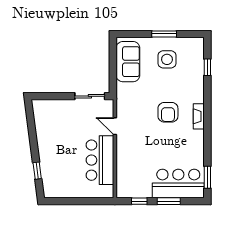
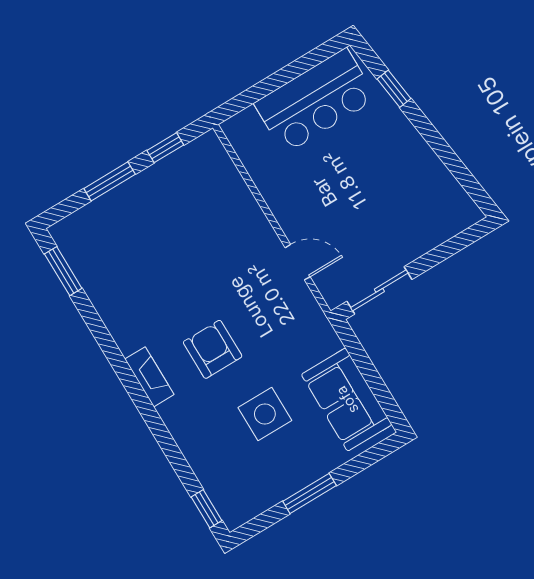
side table: (167, 59) -> (265, 414), moved
window: (207, 67) -> (207, 509), moved
bar counter: (100, 160) -> (315, 101), moved, turned 90
bar counter: (178, 183) -> (111, 226), removed

